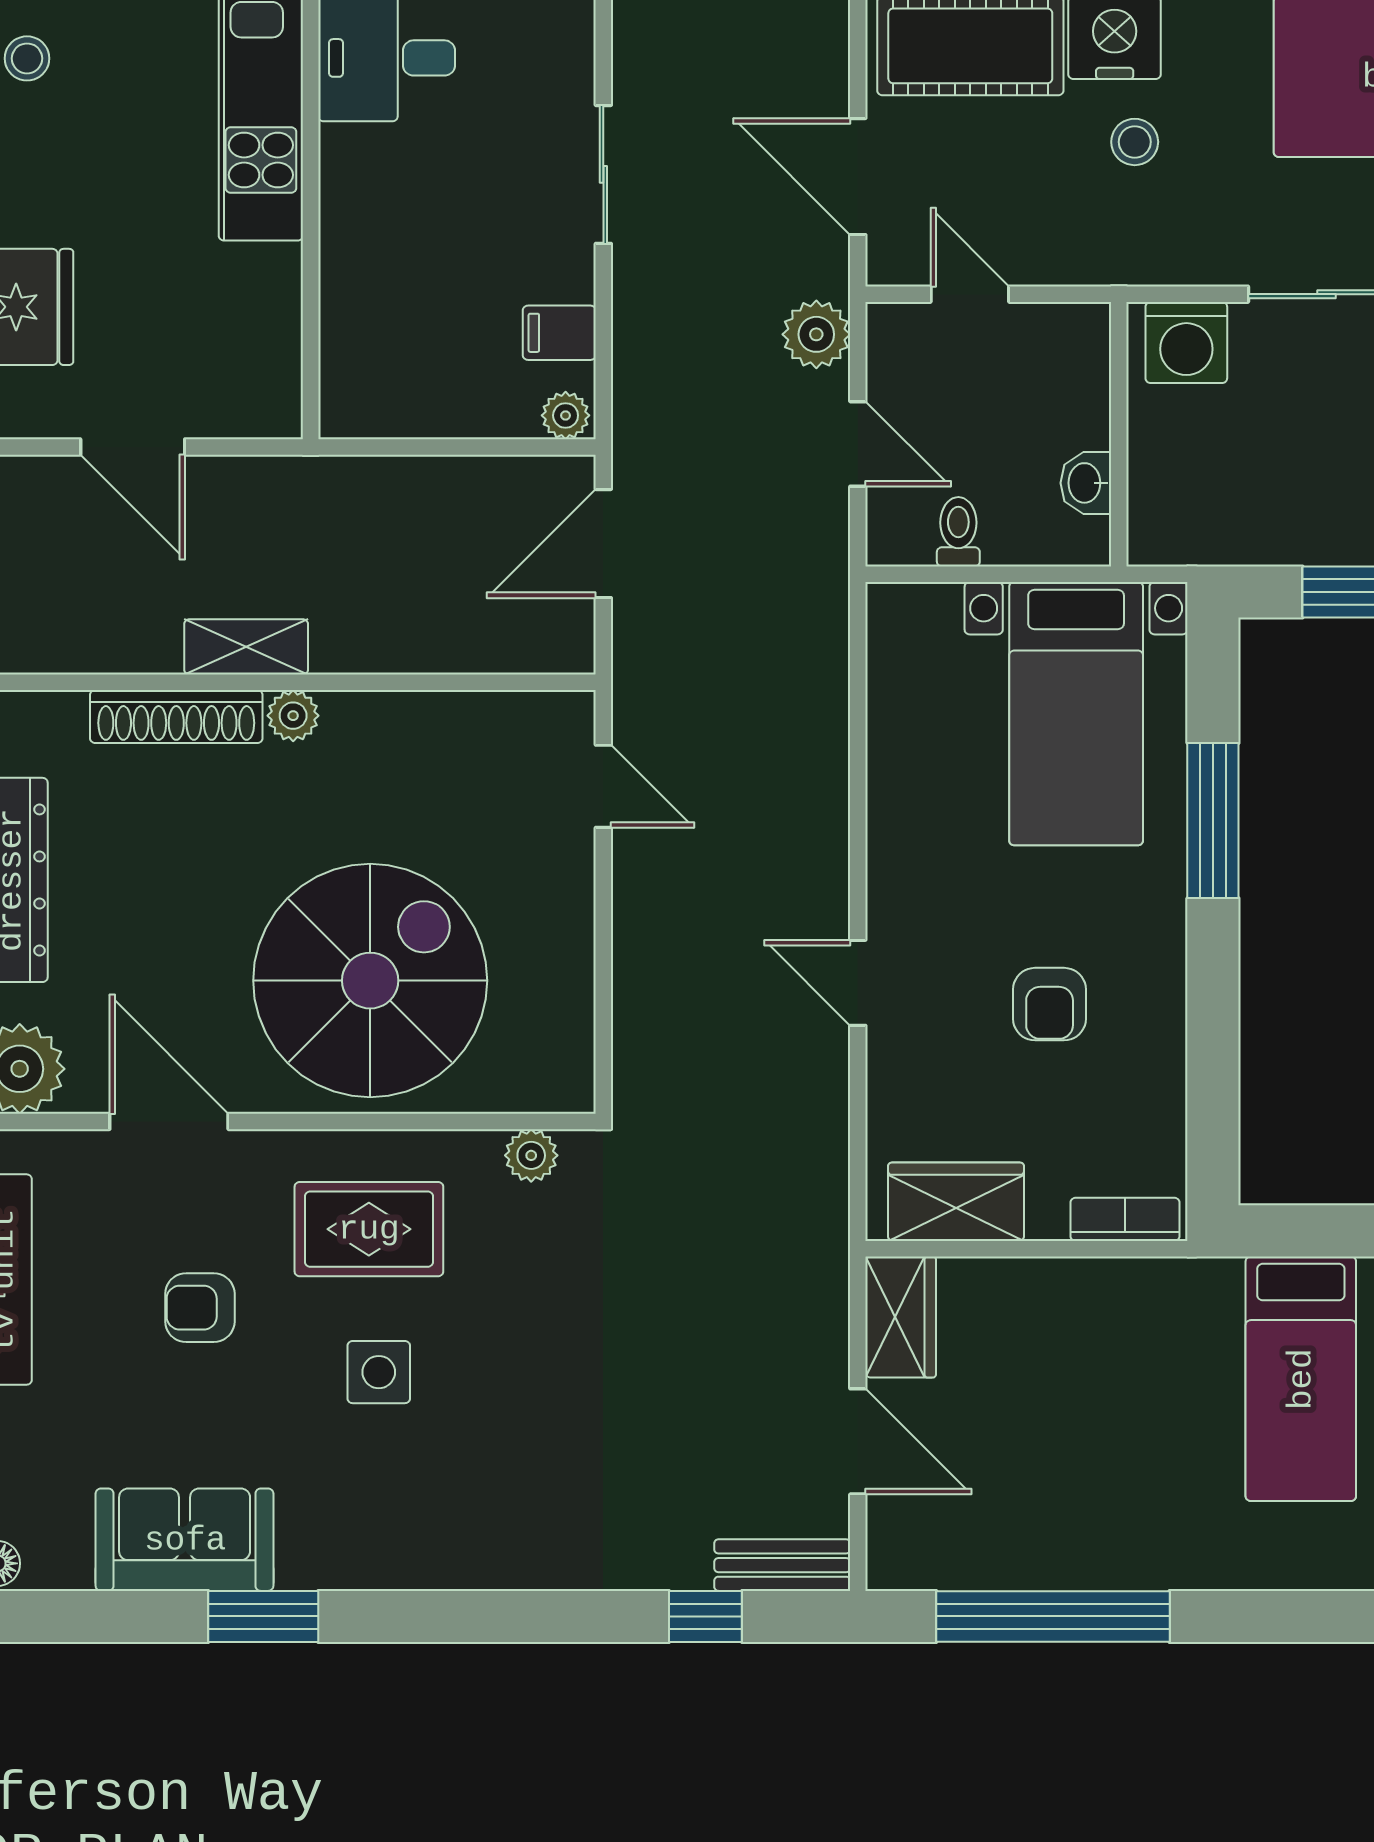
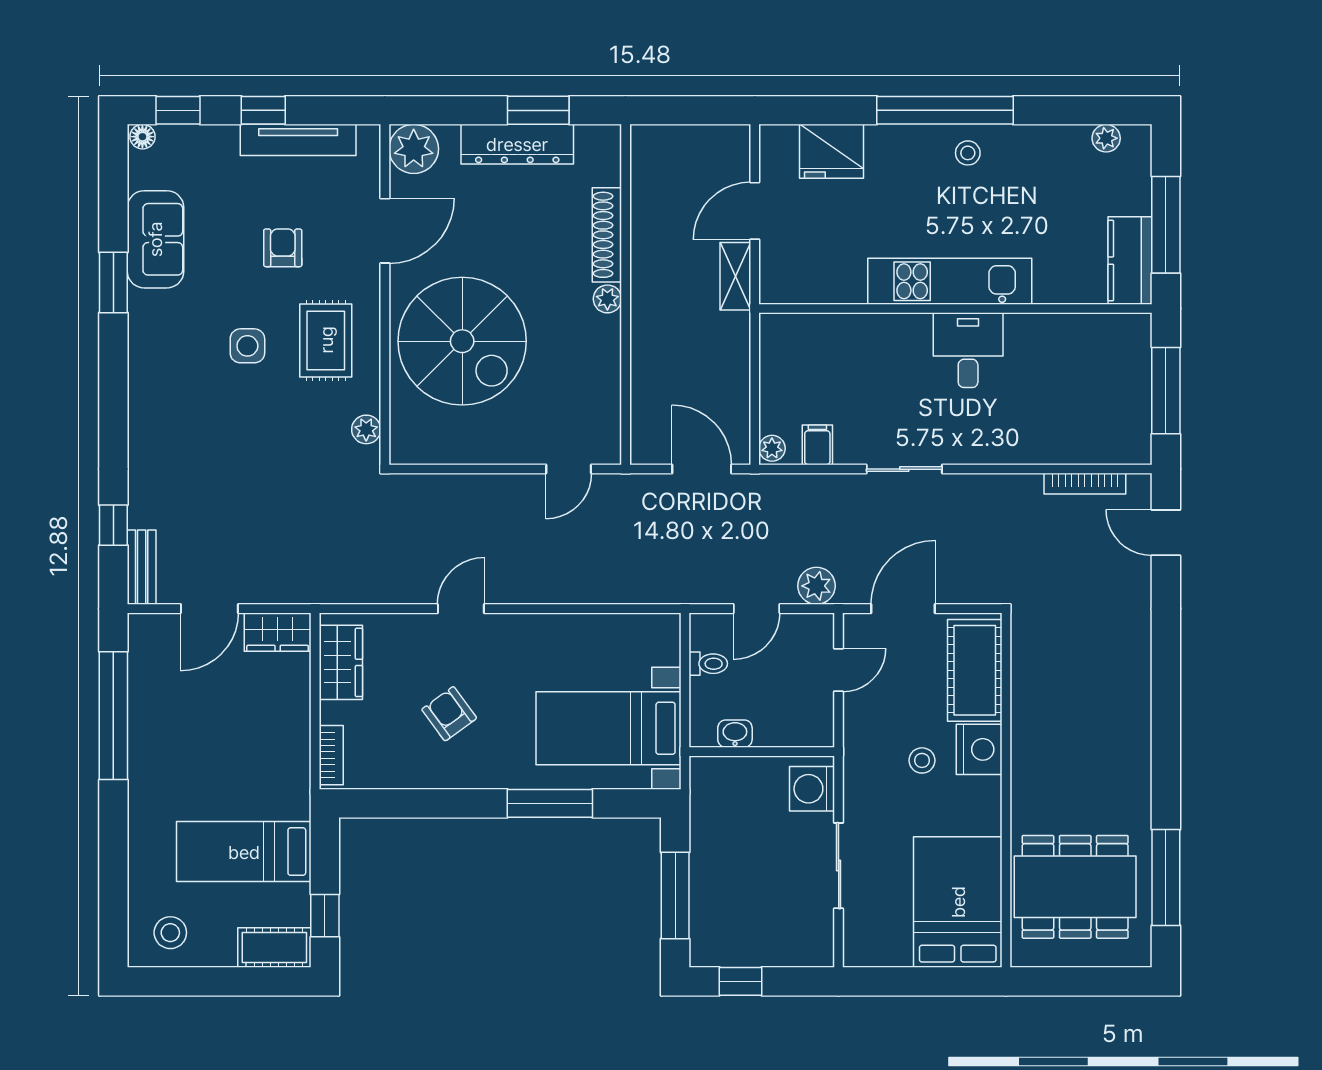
shelving: (246, 647) -> (735, 276), moved
armchair: (1050, 1004) -> (449, 714), turned 54

